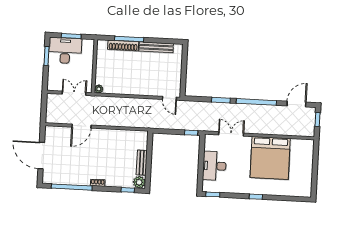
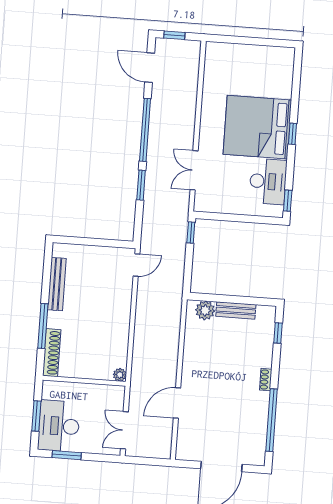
shoe rack: (123, 46) -> (52, 353), moved
double door: (74, 93) -> (124, 430), moved
door: (81, 126) -> (177, 403), swing flipped
bed: (270, 158) -> (257, 127), moved, turned 180
desk: (214, 166) -> (268, 182), moved, turned -90
plant: (139, 182) -> (205, 310), moved

